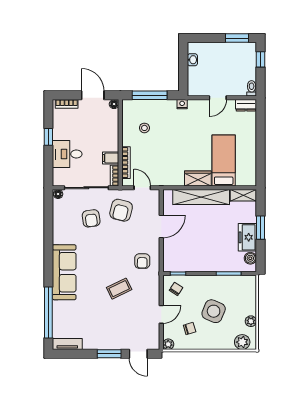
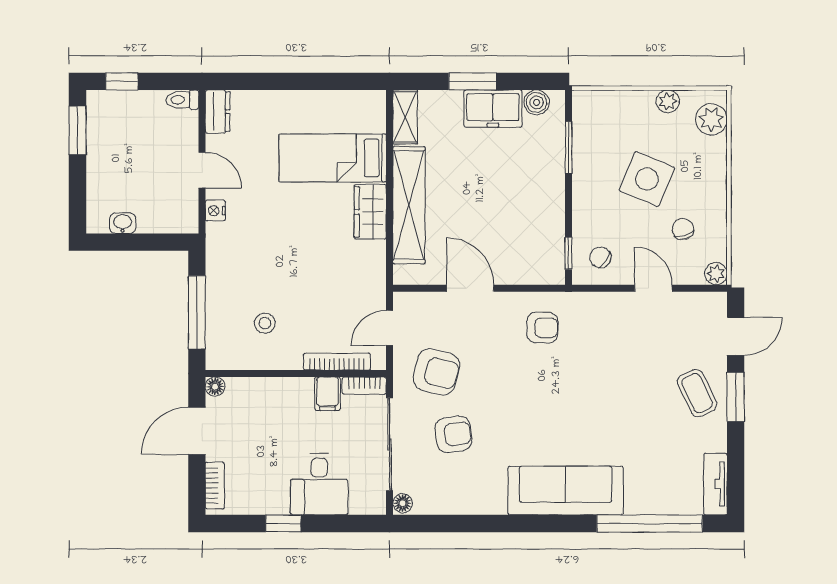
nightstand: (182, 104) -> (215, 211), moved
coffee table: (119, 289) -> (697, 393), moved

